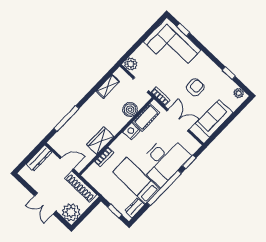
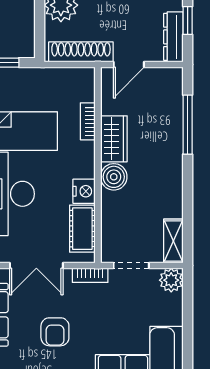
shelving: (108, 86) -> (173, 241), moved
boiler: (130, 110) -> (114, 177), moved
window: (27, 159) -> (188, 20), added

